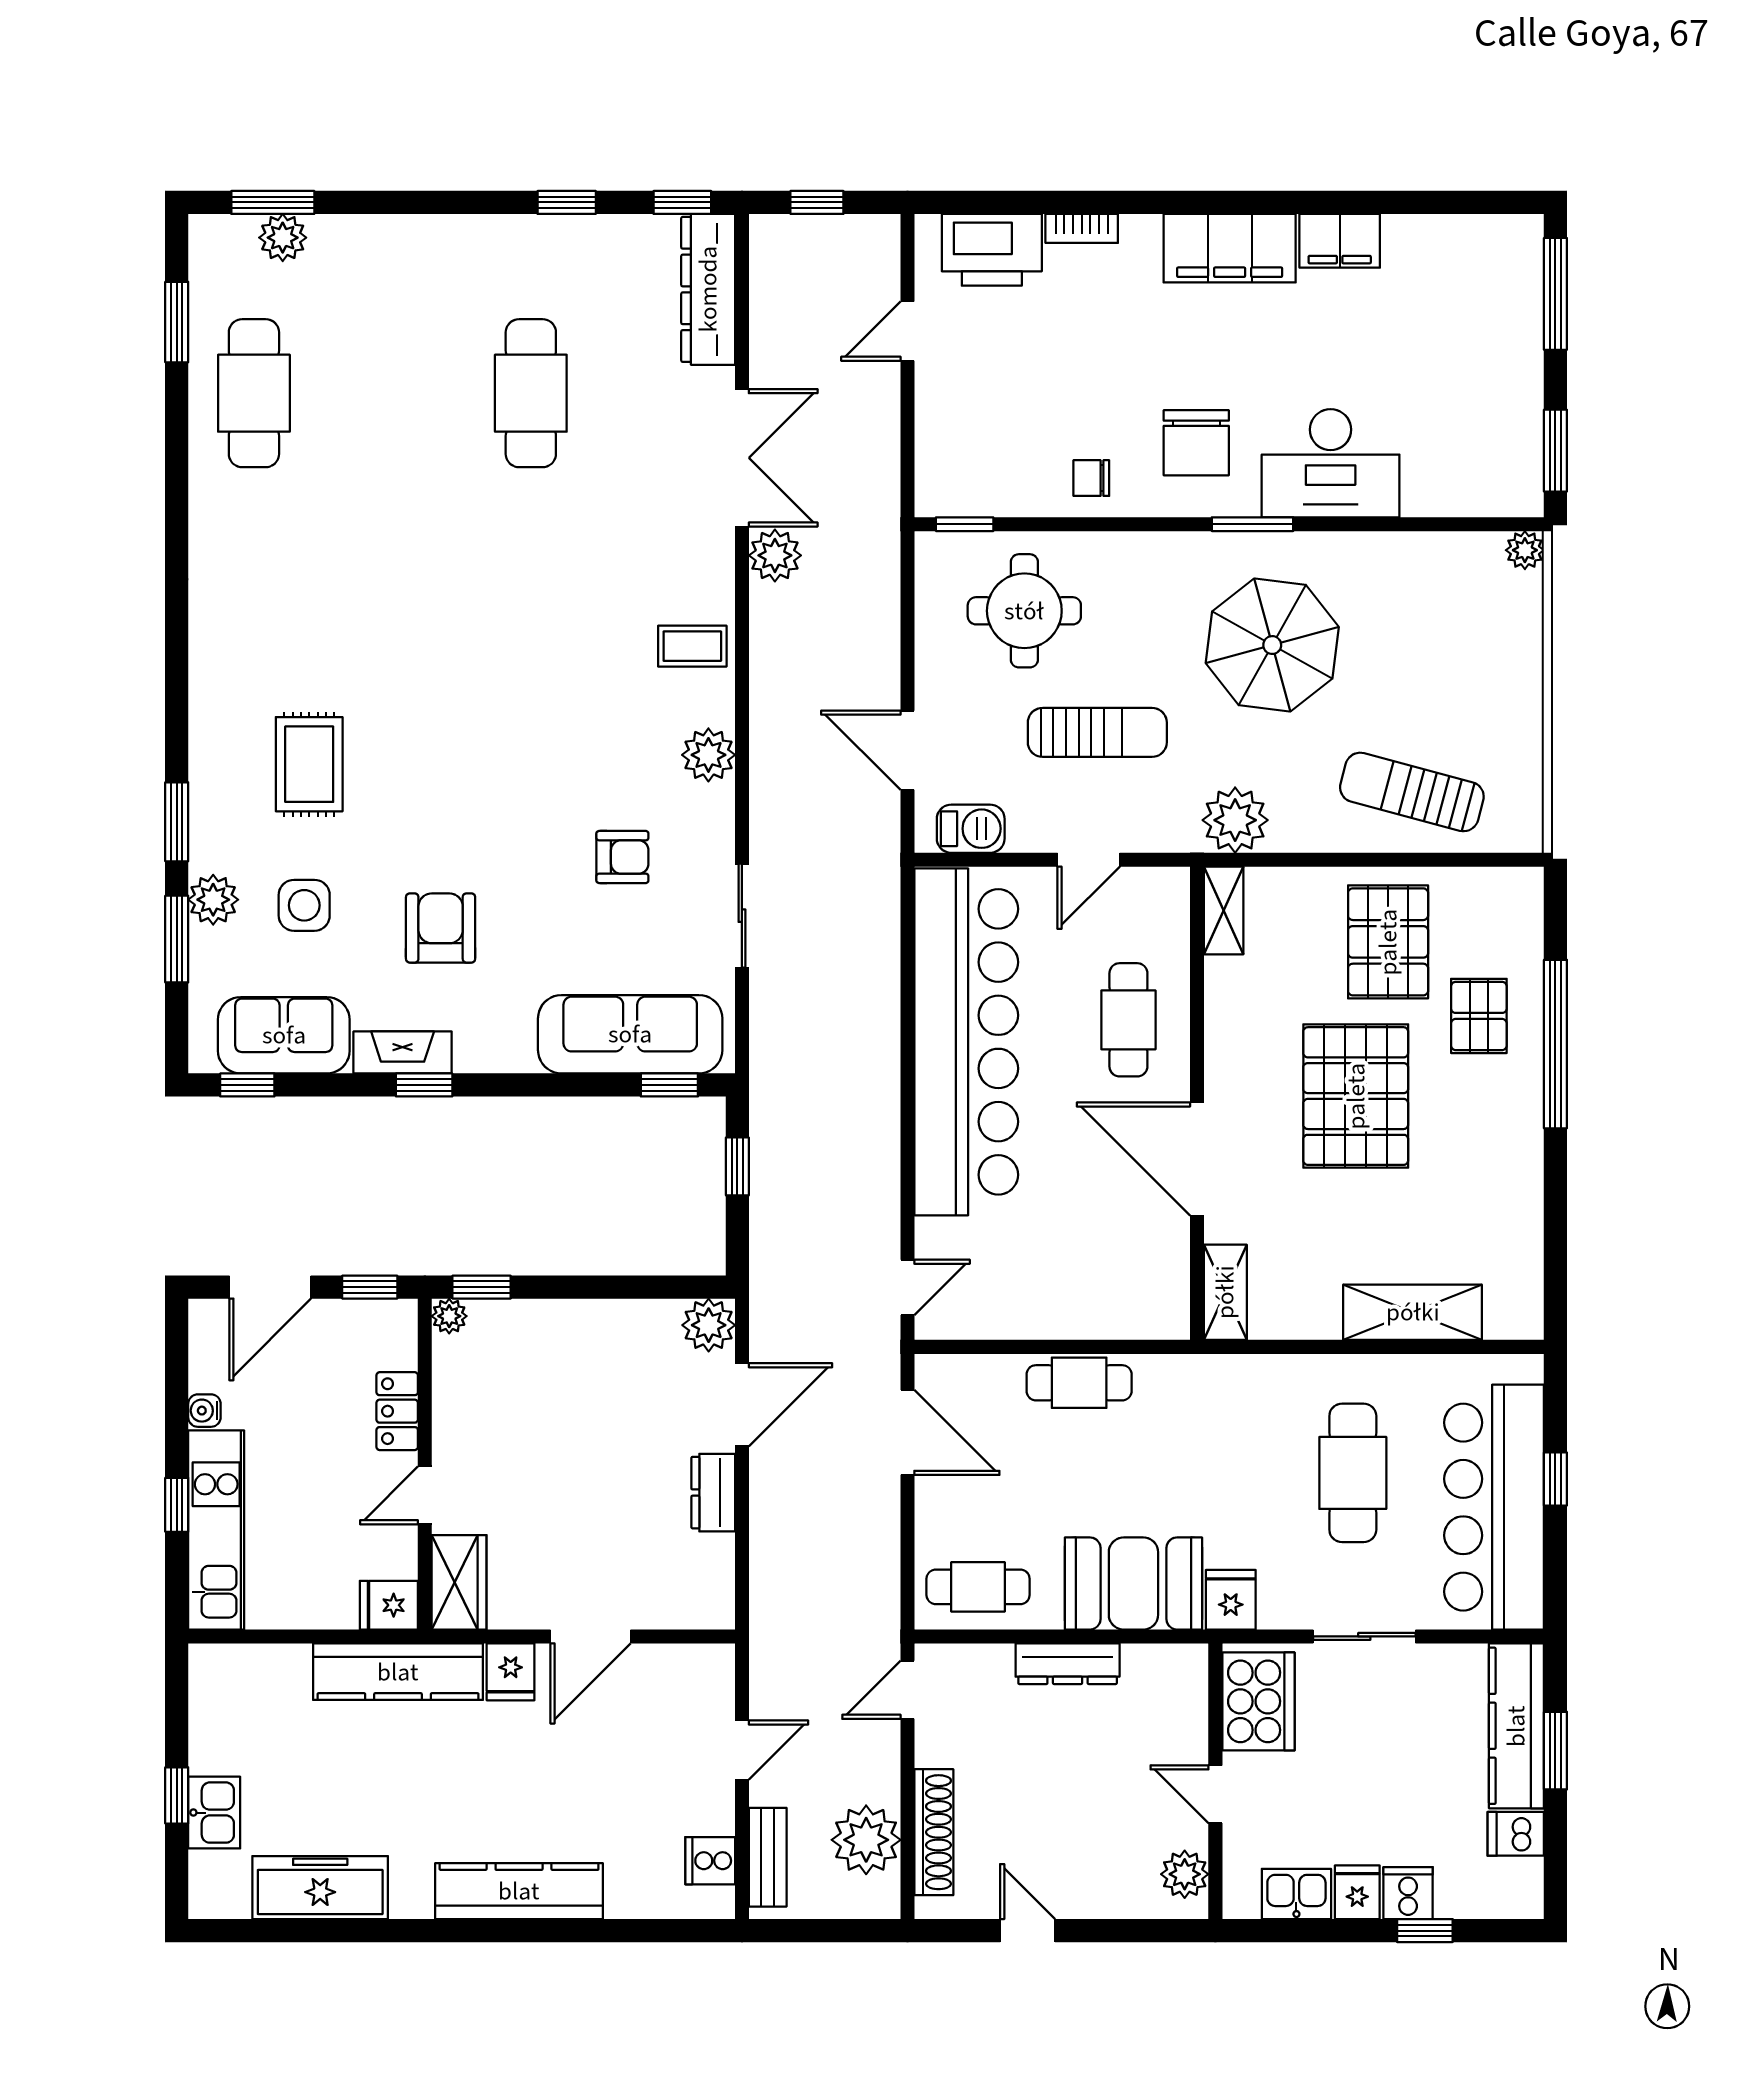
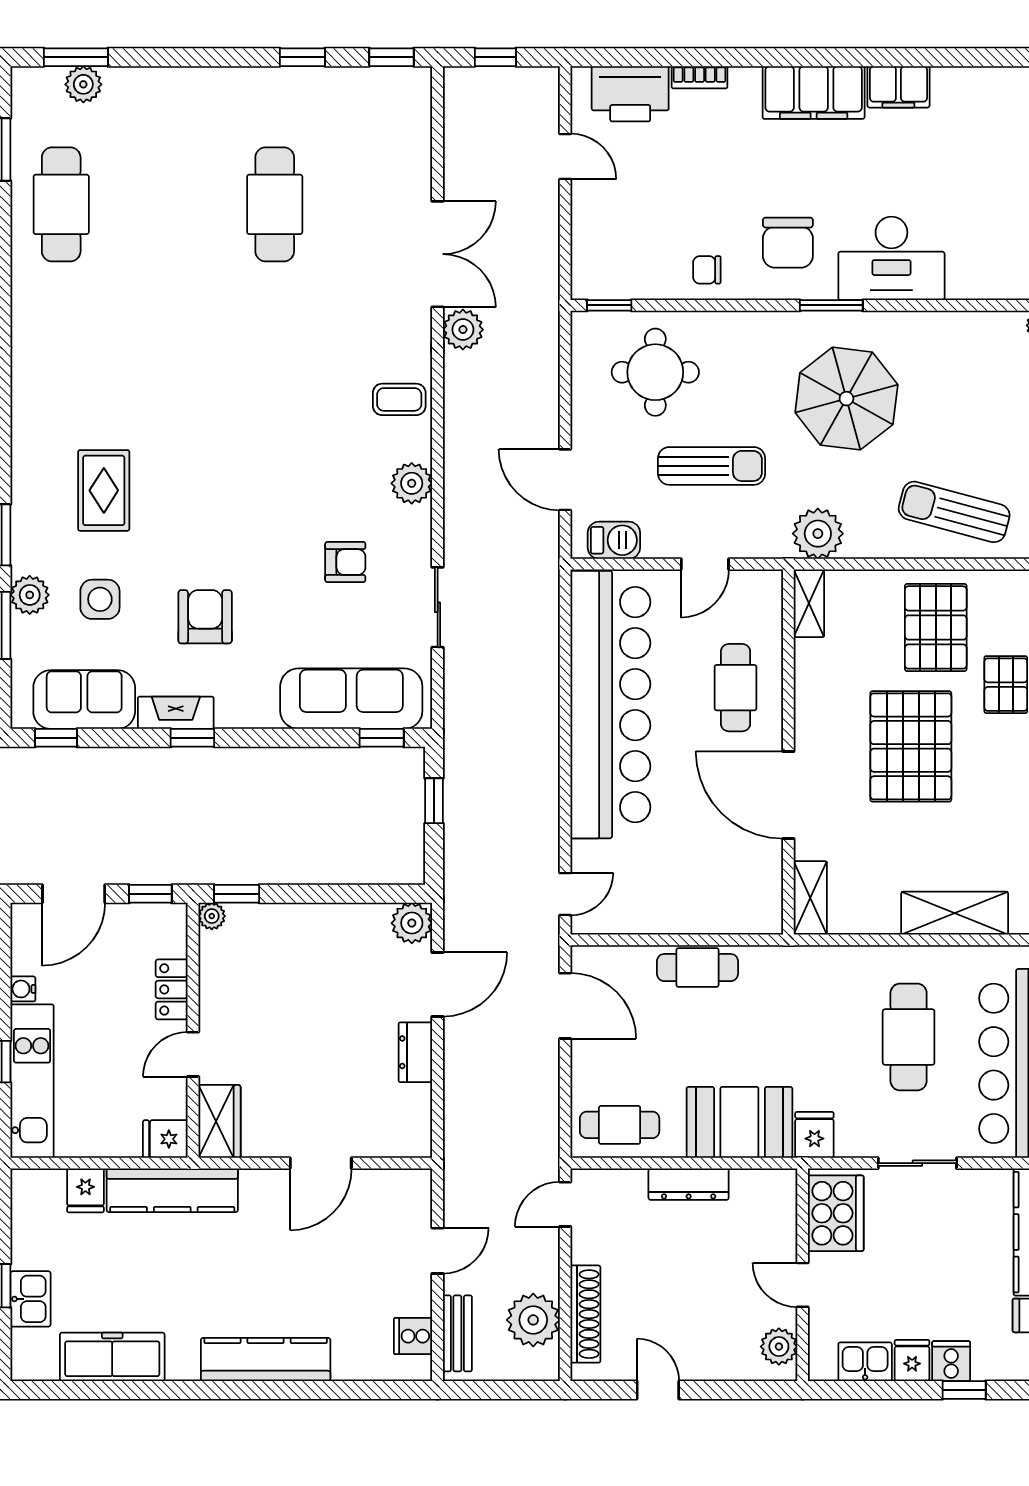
dresser: (708, 289) -> (411, 124), removed
door: (907, 331) -> (565, 156), swing flipped
fridge: (511, 1672) -> (85, 1190), moved

